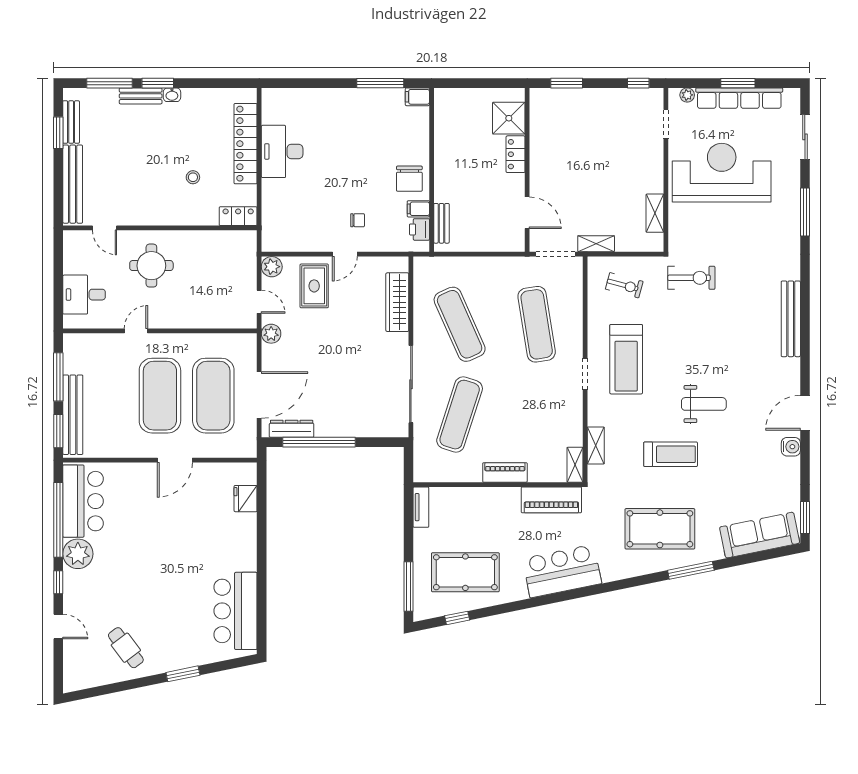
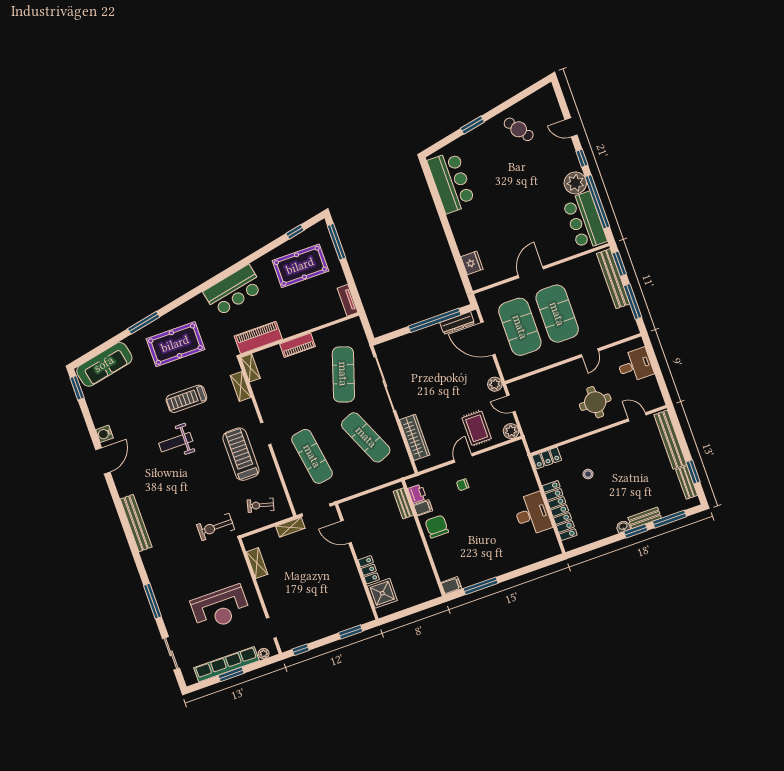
reception desk: (722, 173) -> (220, 608), width x0.74, depth x0.77
door: (259, 395) -> (488, 339), hinge flipped

